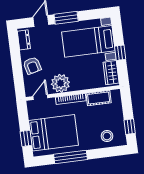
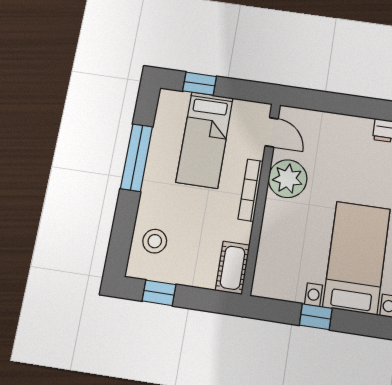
armchair: (32, 66) -> (338, 134), removed
wardrobe: (111, 73) -> (280, 286), removed
cot: (99, 98) -> (233, 268), moved
bed: (53, 133) -> (205, 140), width x0.67

